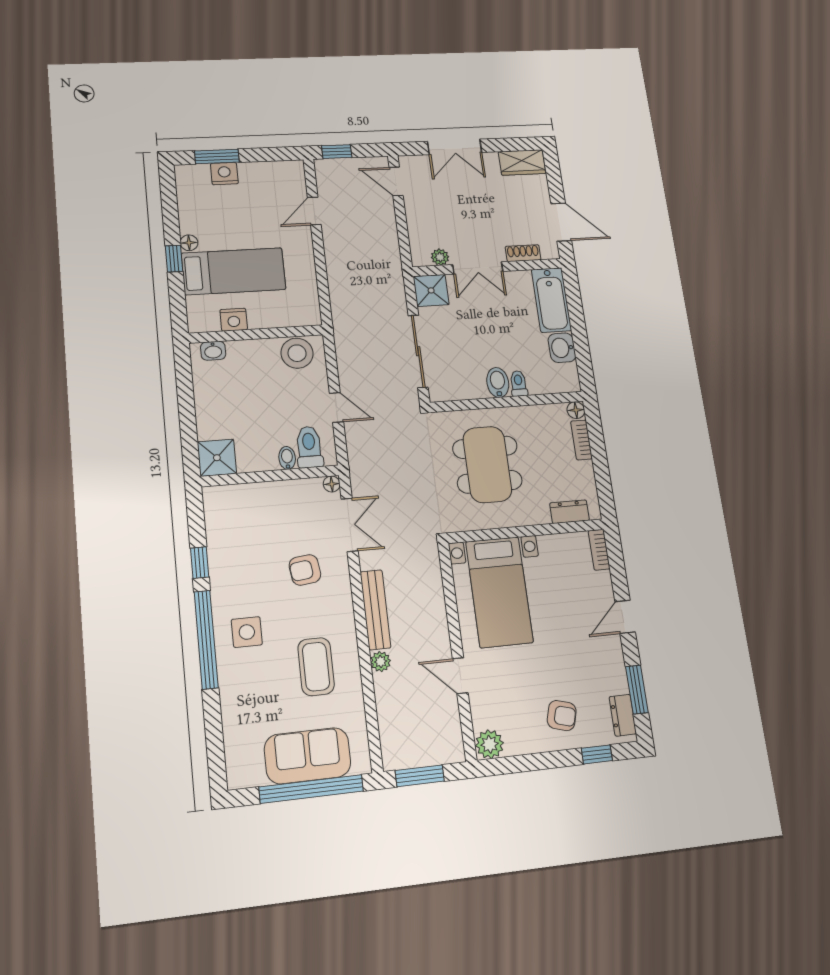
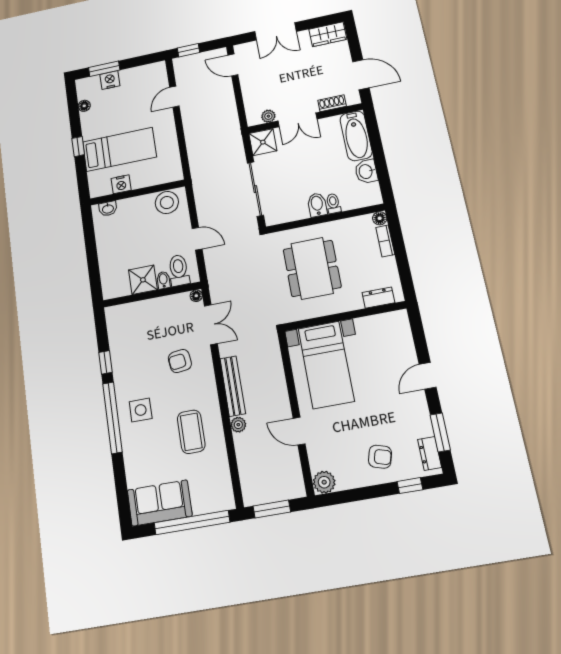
floor lamp: (189, 243) -> (84, 106), moved
shower: (217, 458) -> (143, 280), moved
bookcase: (599, 550) -> (404, 325), removed
sofa: (308, 756) -> (160, 503), moved

